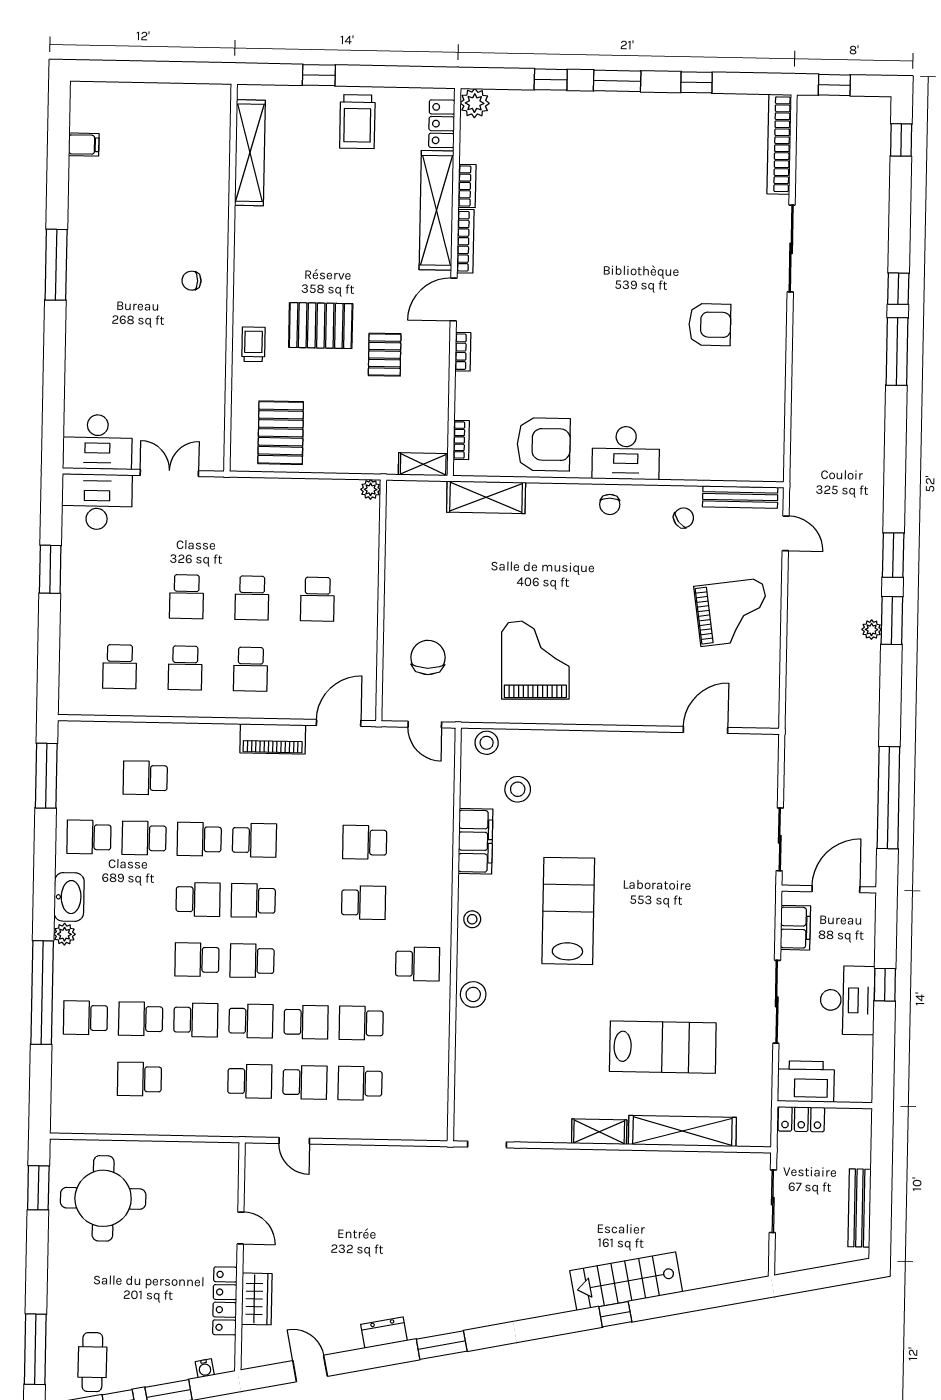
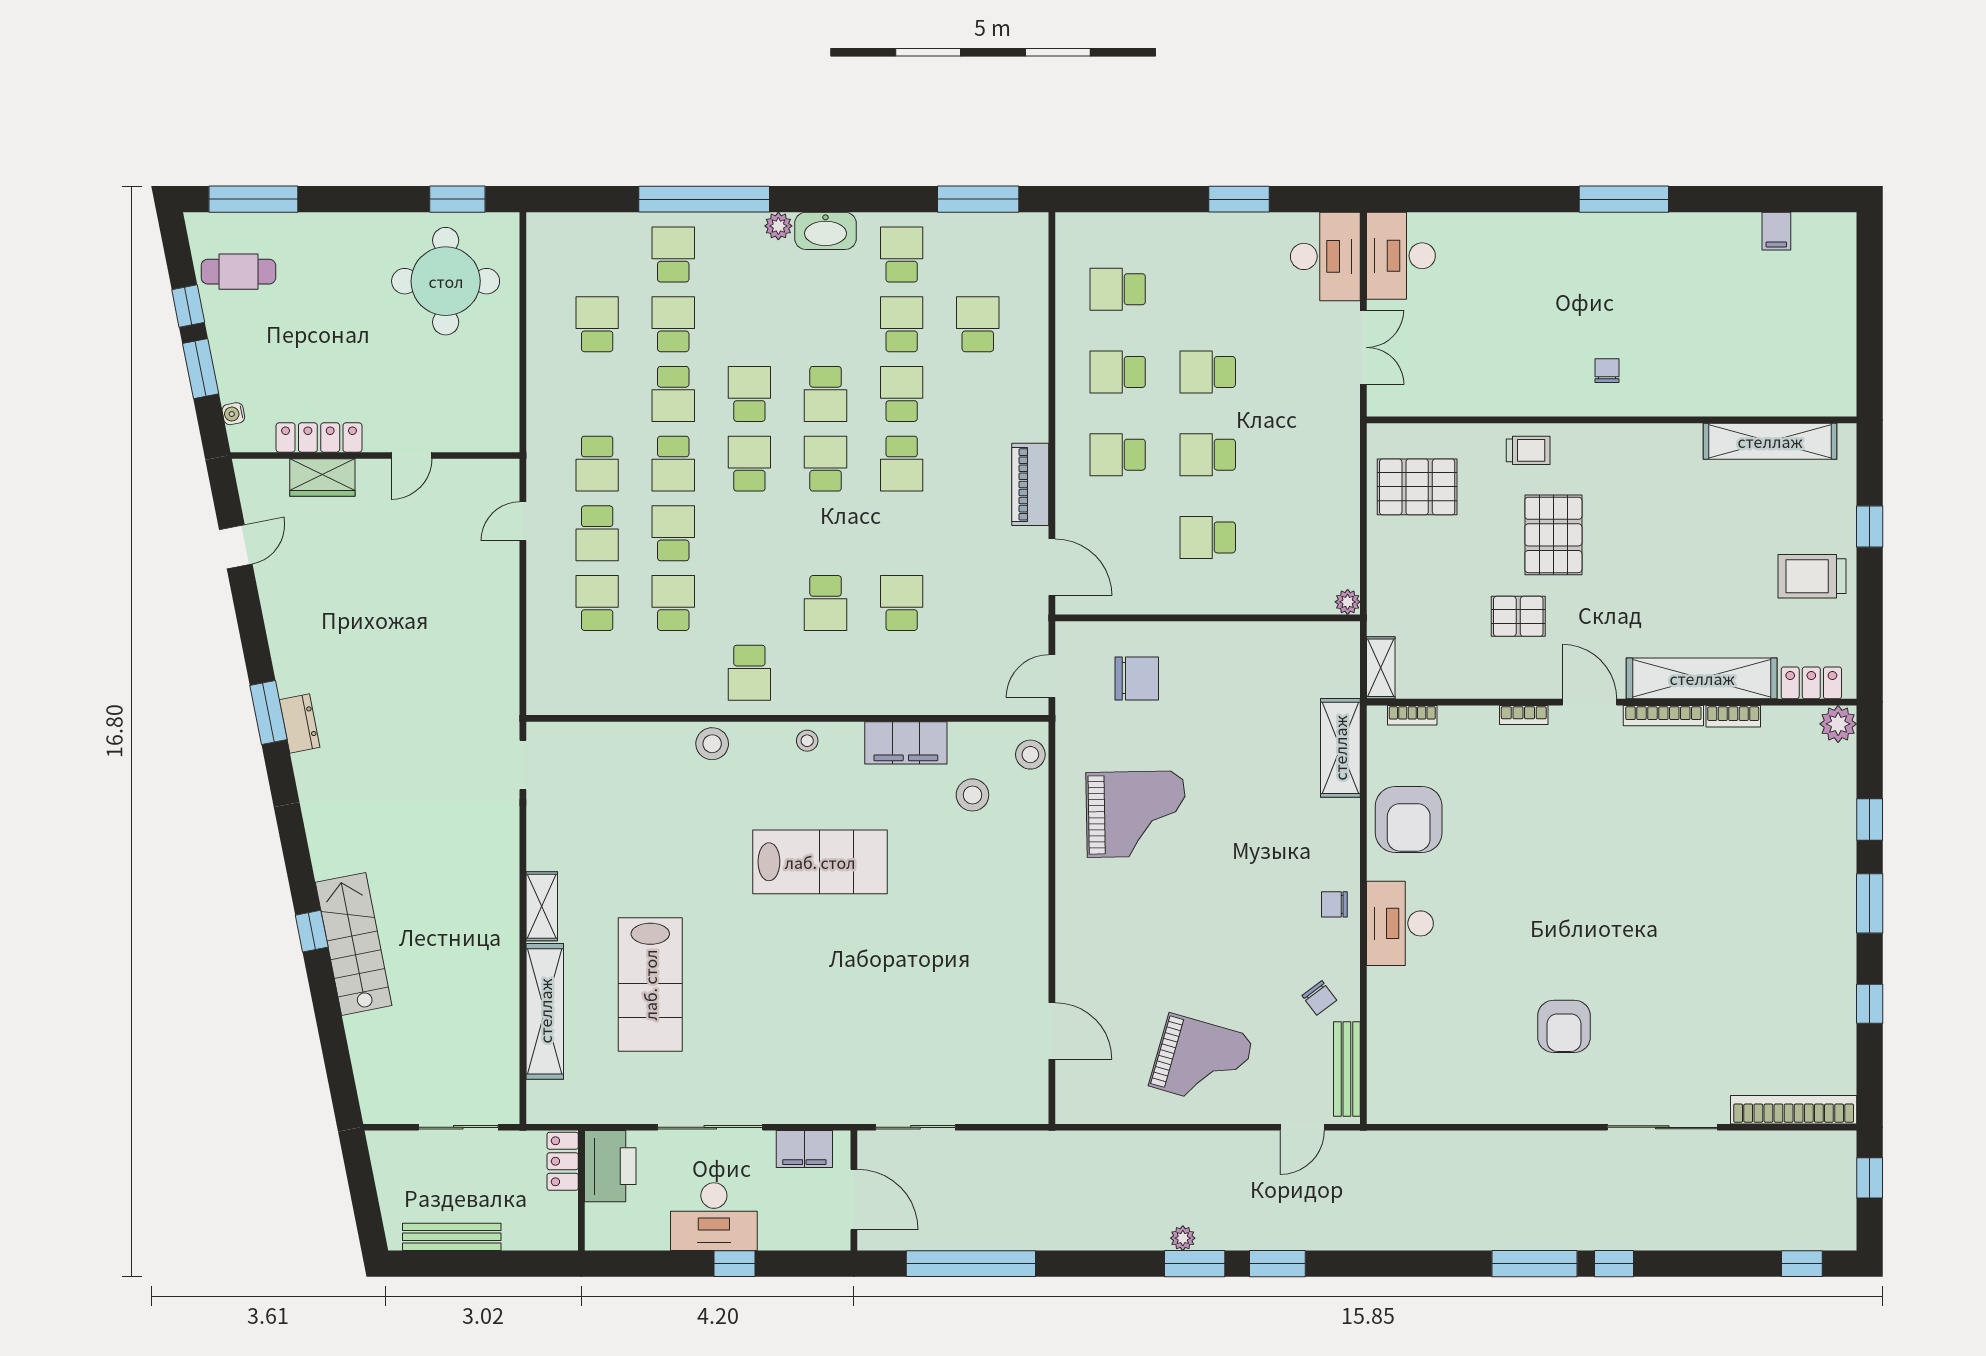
grand piano: (732, 612) -> (1201, 1061), turned -66
school desk: (306, 1022) -> (673, 533), turned 180
dresser: (384, 1333) -> (300, 724), moved

